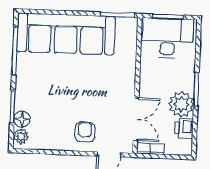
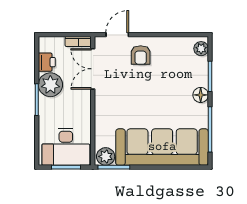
plant: (126, 26) -> (106, 156), added
floor lamp: (22, 119) -> (201, 95), moved

